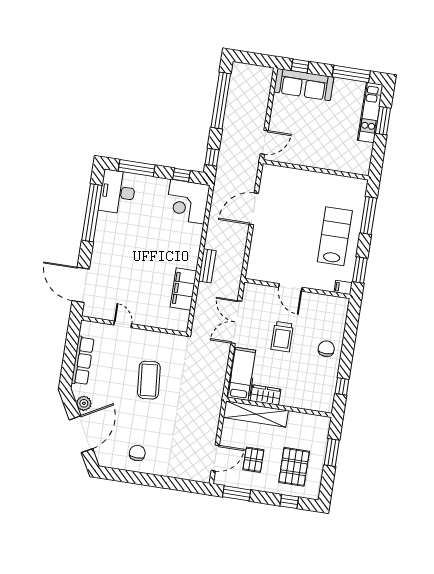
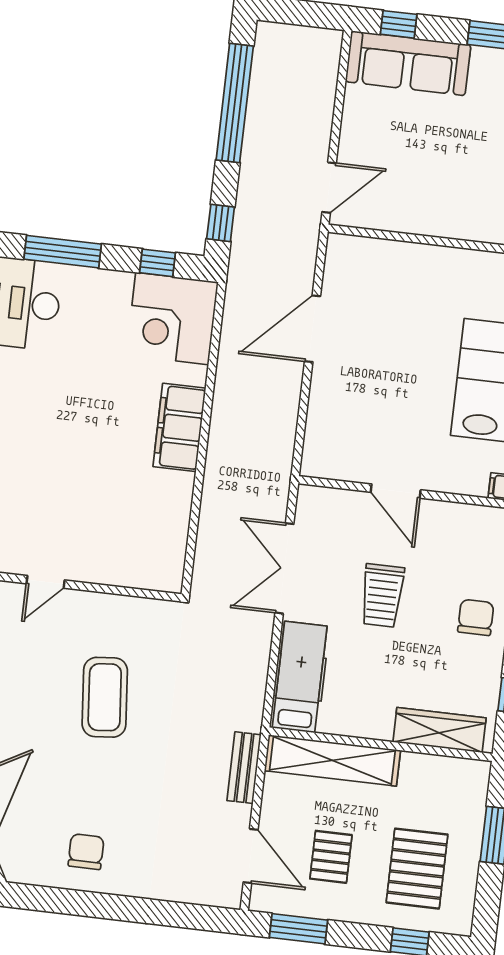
bench: (207, 266) -> (244, 768), moved
filing cabinet: (183, 289) -> (179, 427), moved
door: (123, 324) -> (46, 582), swing flipped
wardrobe: (266, 395) -> (440, 730), moved, width x1.50
door: (215, 458) -> (251, 856), hinge flipped

